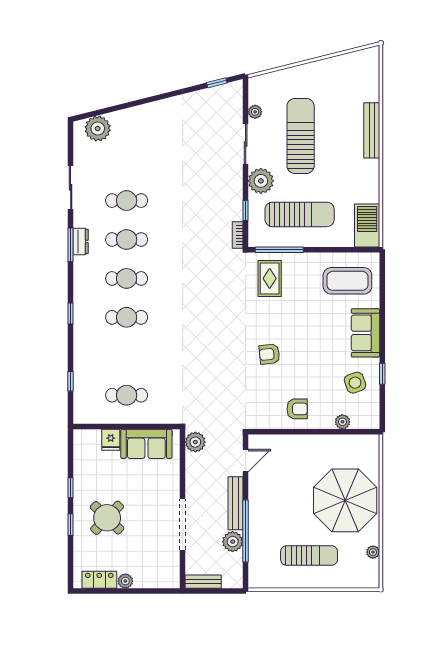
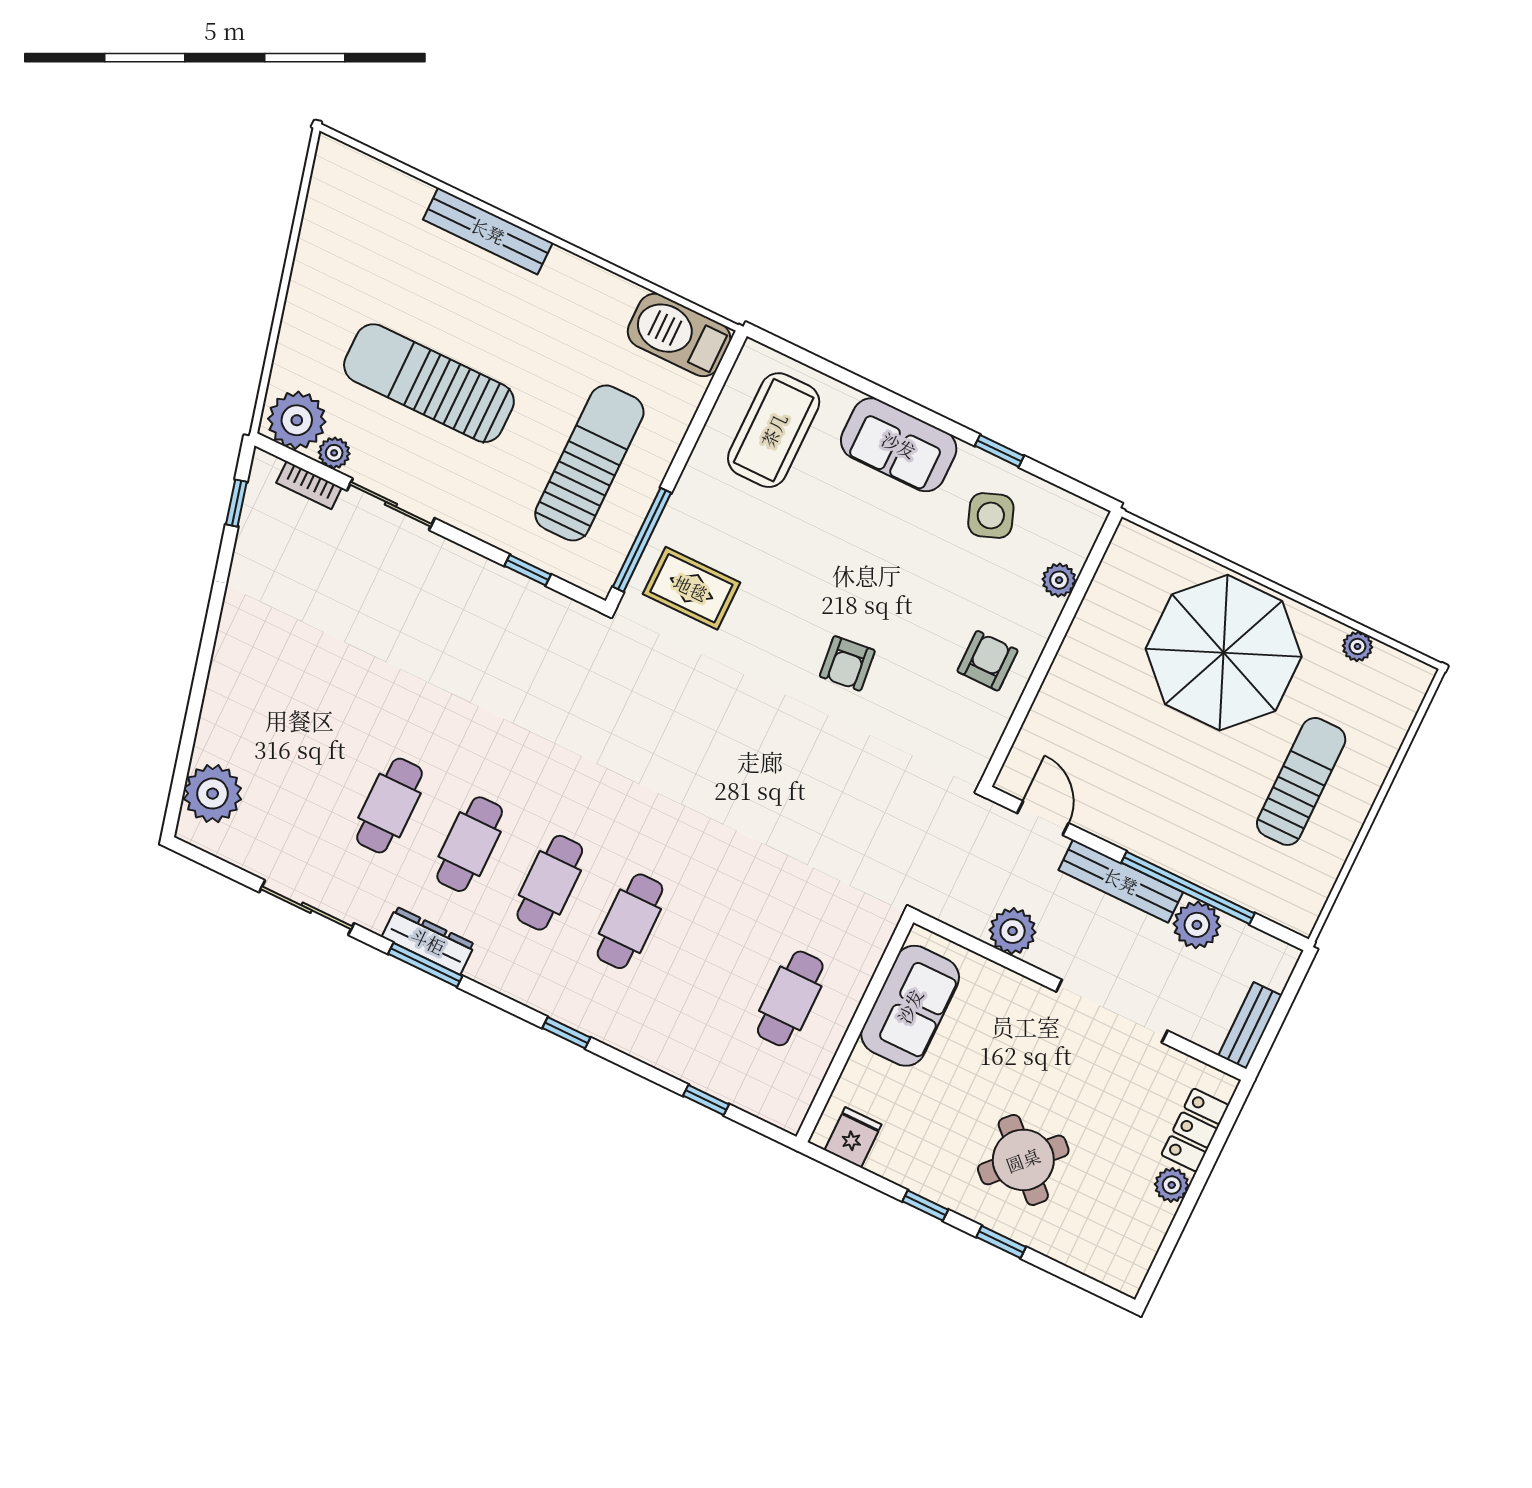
plant: (261, 181) -> (297, 420), moved
bookcase: (238, 235) -> (309, 485), moved
dresser: (81, 241) -> (428, 941), width x1.44
fridge: (111, 440) -> (853, 1137), moved, turned -90
plant: (195, 442) -> (1013, 931), moved
locker: (99, 580) -> (1195, 1130), moved

